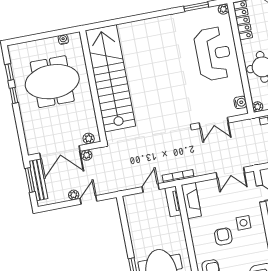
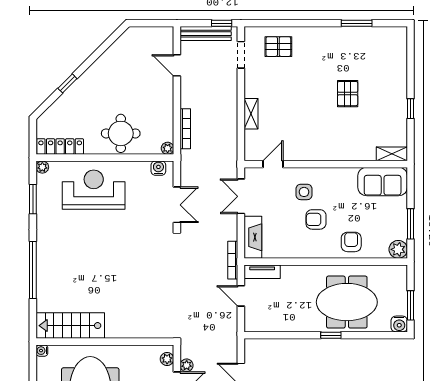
window: (139, 17) -> (33, 270), added
water cooler: (63, 39) -> (42, 351), moved
stairs: (110, 78) -> (70, 326), width x0.54, depth x0.66
double door: (230, 173) -> (241, 196), swing flipped
fireplace: (191, 201) -> (253, 237), moved, turned 90

